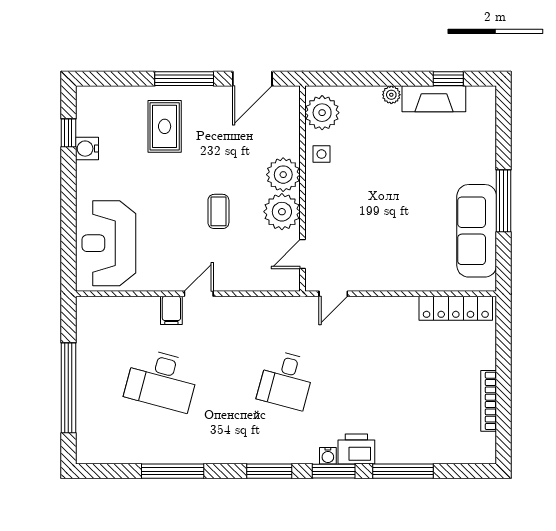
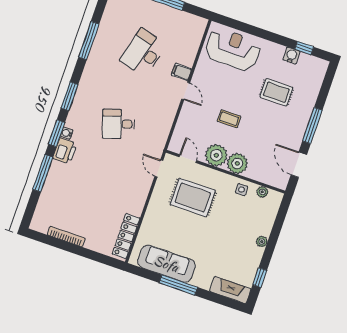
fireplace: (434, 99) -> (230, 290), moved, turned 90
plant: (322, 113) -> (262, 192), width x0.53, depth x0.53
rug: (165, 126) -> (276, 92), moved
rug: (360, 226) -> (193, 197), added
desk: (286, 380) -> (119, 124), turned -33

